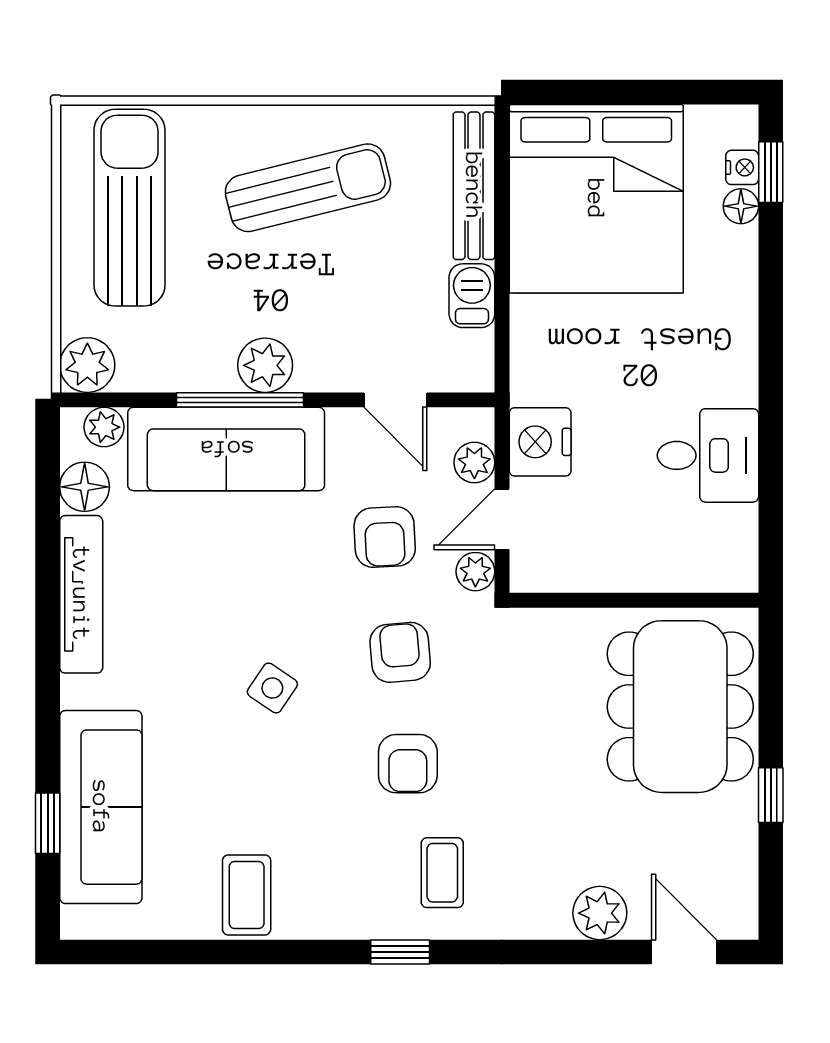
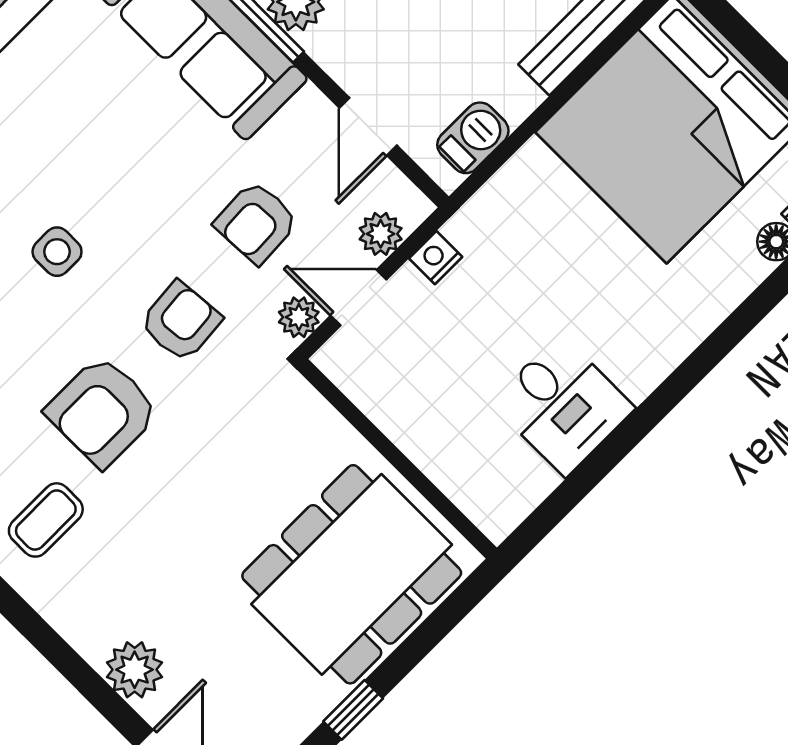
barbecue: (472, 296) -> (473, 138), moved
nightstand: (540, 442) -> (436, 258), width x0.53, depth x0.56
side table: (272, 688) -> (57, 252), turned -34
armchair: (408, 764) -> (102, 411), width x1.38, depth x1.38

